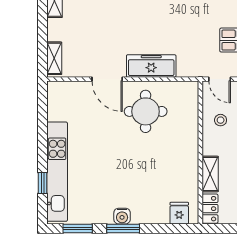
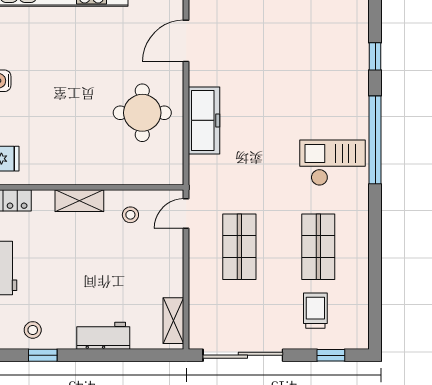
door: (107, 79) -> (186, 41), moved
shelving: (210, 174) -> (79, 201), moved

